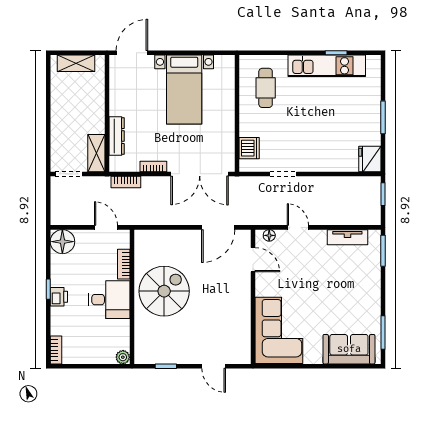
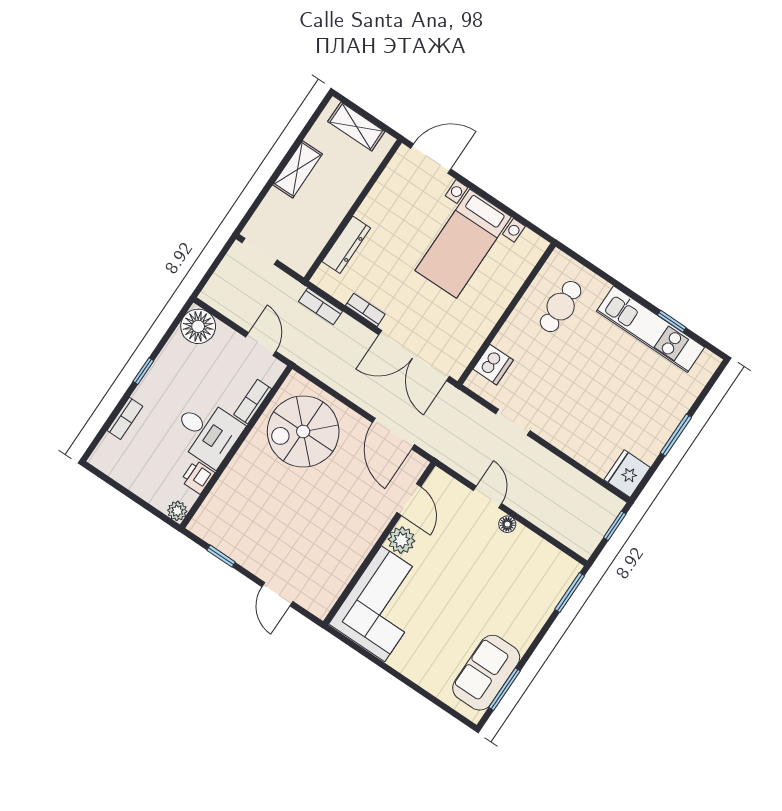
shelving: (96, 153) -> (298, 169), moved
door: (218, 227) -> (393, 434), hinge flipped
floor lamp: (269, 235) -> (507, 524), moved
tv unit: (347, 237) -> (538, 548), removed
plant: (265, 286) -> (401, 540), added
spiral stairs: (164, 291) -> (303, 432), moved, turned 180
printer: (59, 297) -> (198, 477), moved, turned 180
sofa: (349, 349) -> (486, 673), moved, turned -90
bookcase: (56, 350) -> (125, 418), moved

